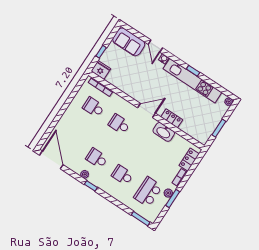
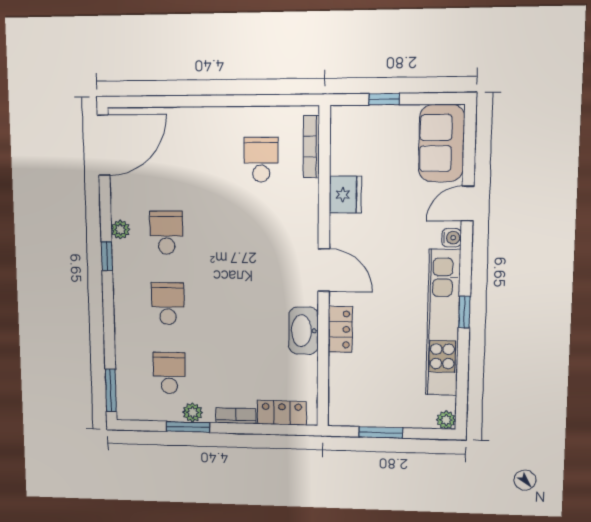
fridge: (101, 70) -> (345, 195), moved
school desk: (119, 124) -> (261, 233), removed
school desk: (148, 192) -> (169, 373), width x0.54

